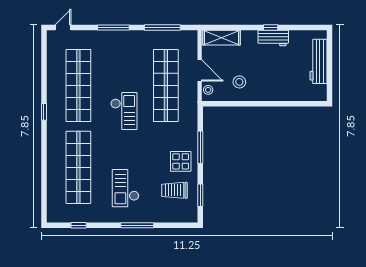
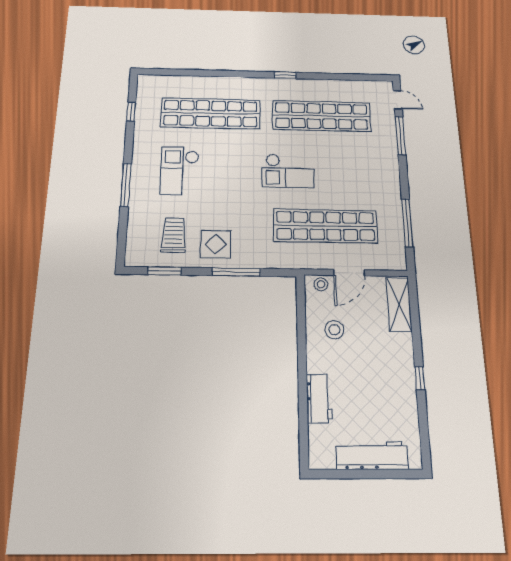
window: (113, 28) -> (400, 136), moved
workbench: (273, 38) -> (319, 399), moved, turned 180
checkout: (126, 188) -> (180, 171), turned -90

